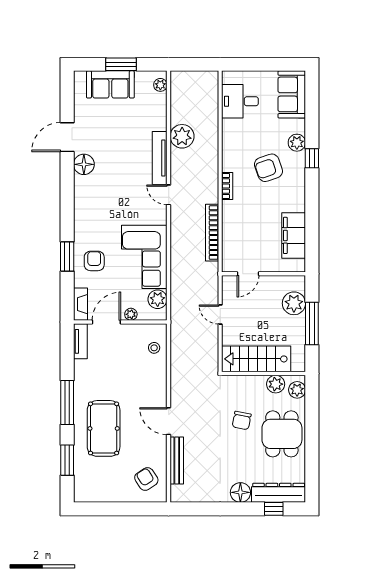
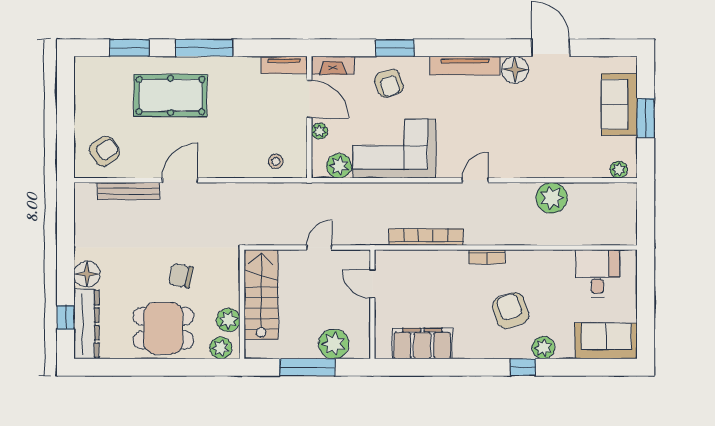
tv unit: (160, 158) -> (465, 66), moved, turned 180
armchair: (94, 261) -> (389, 83), turned 71

